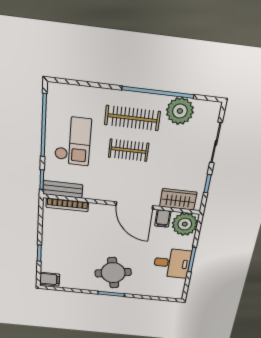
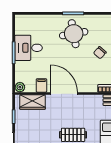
plant: (185, 224) -> (20, 87), width x0.53, depth x0.53
chair: (82, 249) -> (100, 53), added

